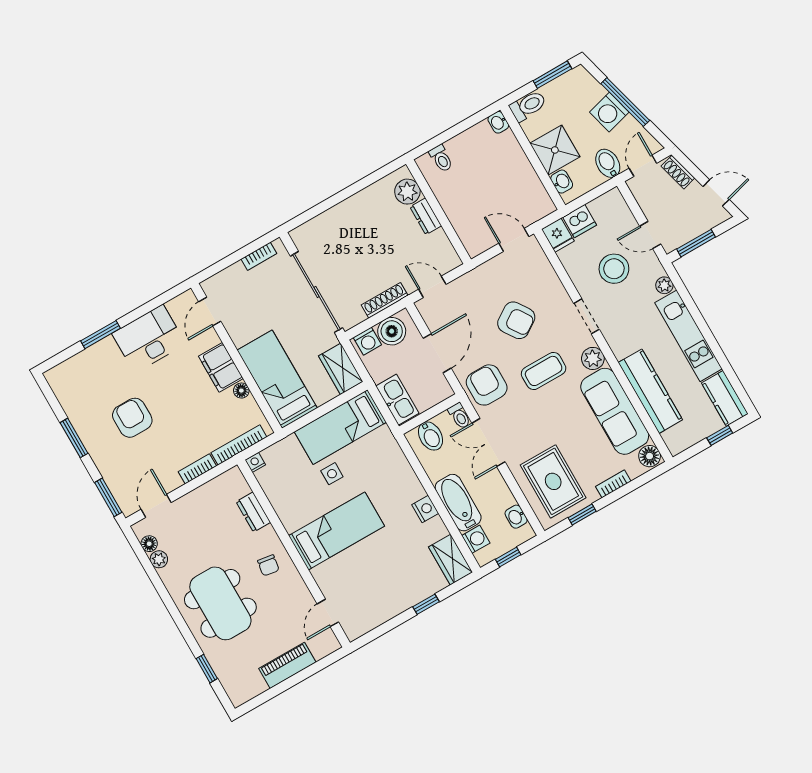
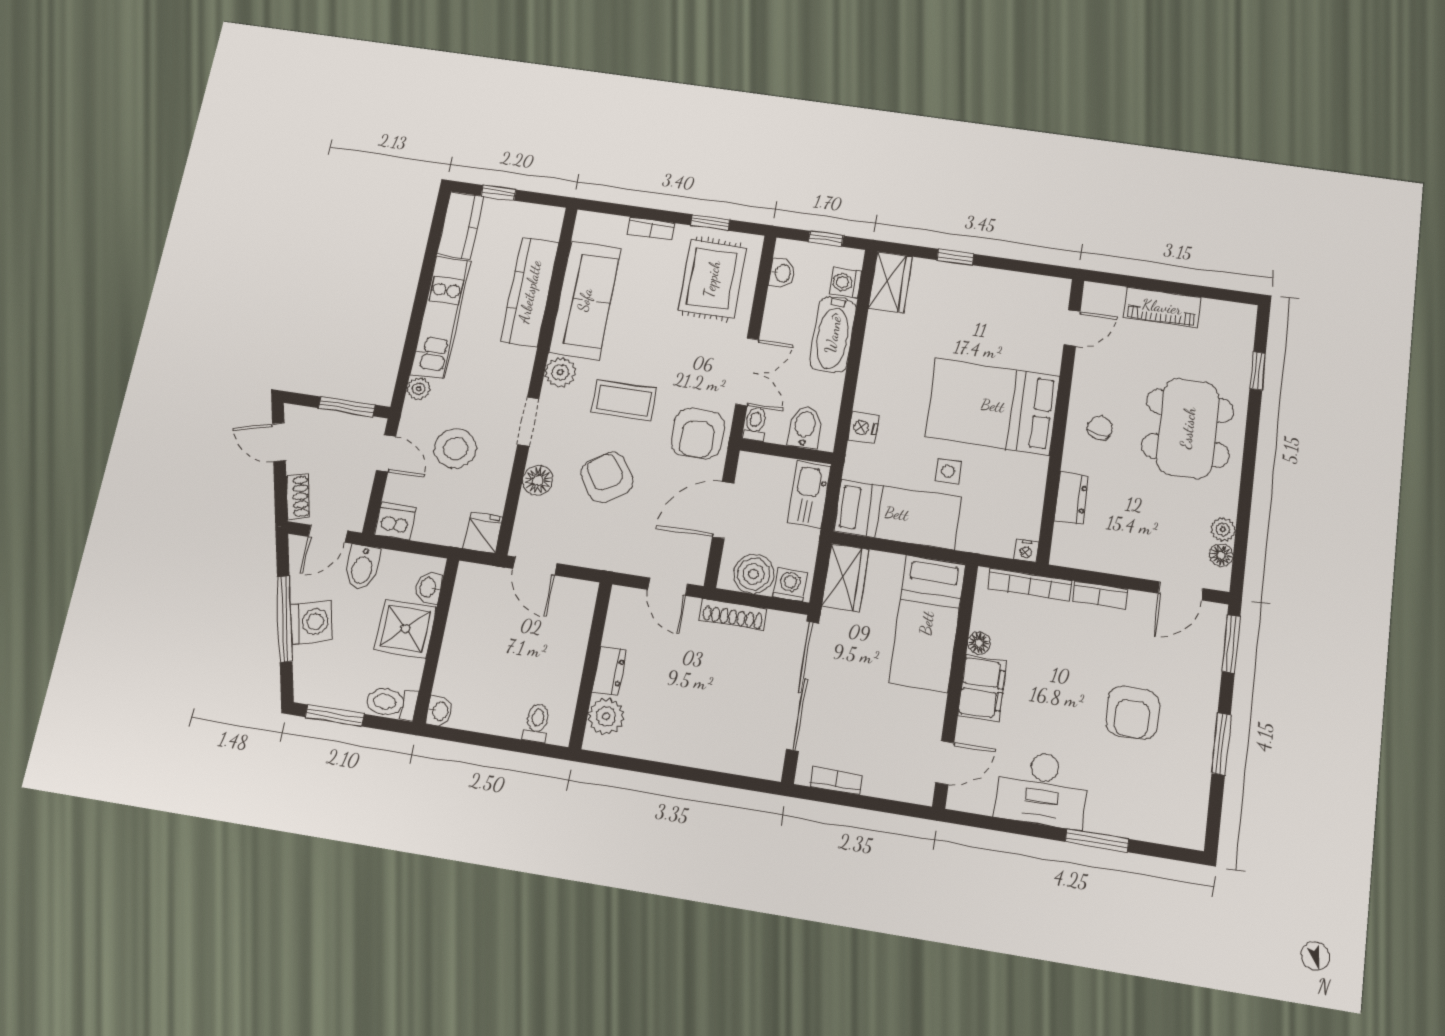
dishwasher: (580, 221) -> (395, 521), moved
floor lamp: (650, 456) -> (538, 480), moved
nightstand: (425, 509) -> (863, 428), moved
bed: (337, 531) -> (993, 406), width x1.50

